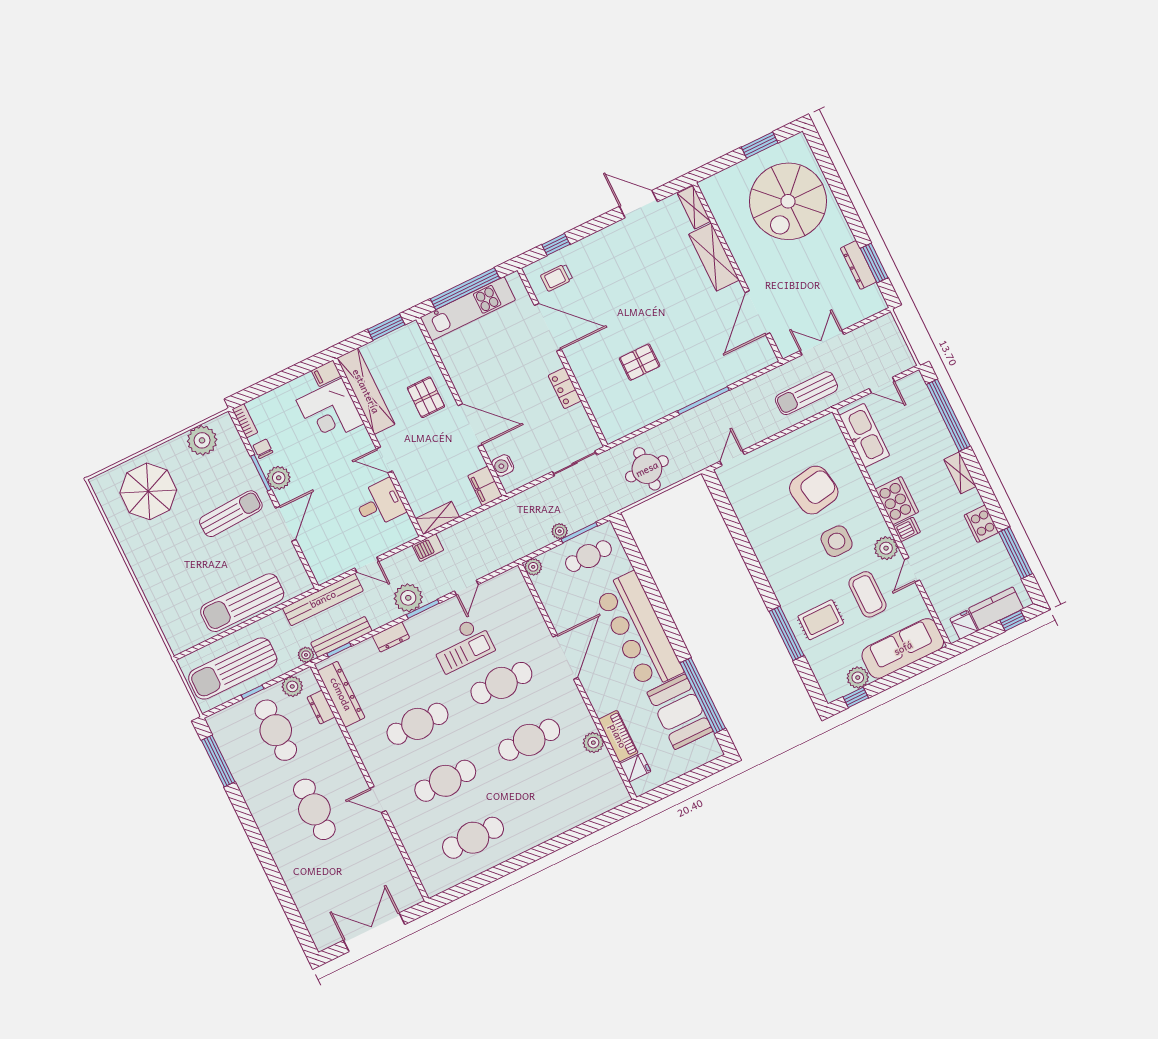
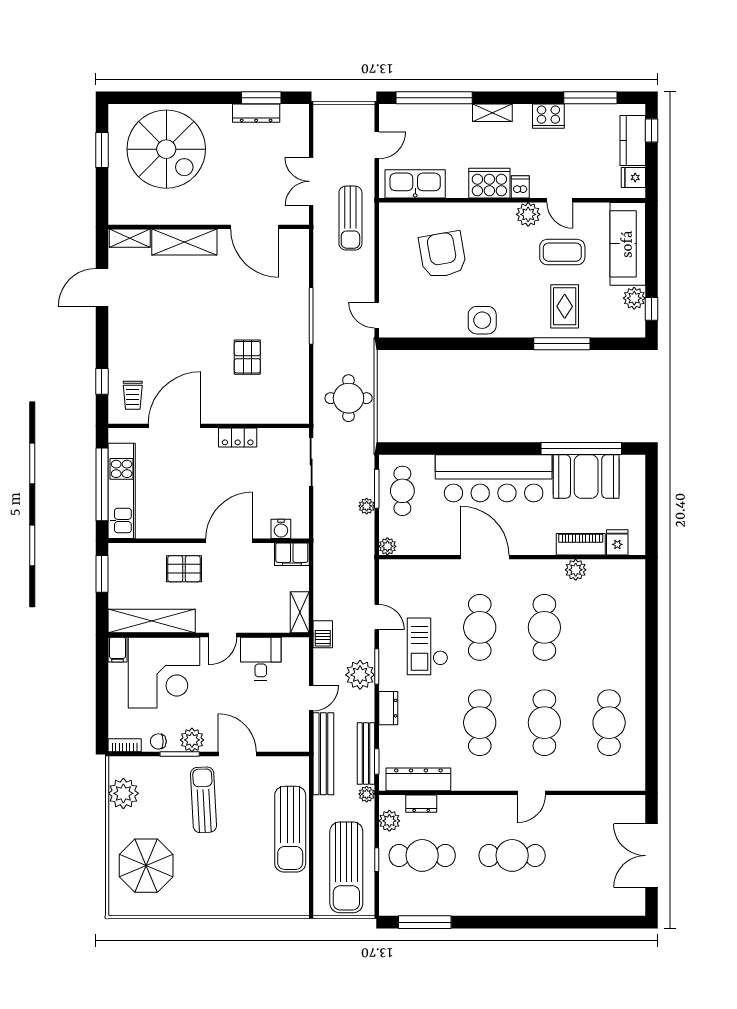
corner desk: (330, 412) -> (164, 673), width x1.36, depth x1.36
side table: (837, 541) -> (482, 320), moved
checkout: (462, 645) -> (428, 646), turned 180

